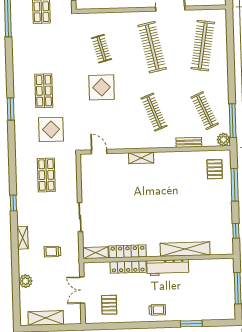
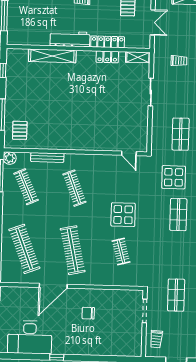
clothes rail: (203, 46) -> (24, 249), turned -30
bench: (189, 142) -> (47, 157), width x1.36
shelving: (141, 158) -> (89, 145), removed
locker: (128, 251) -> (107, 57), width x0.66

